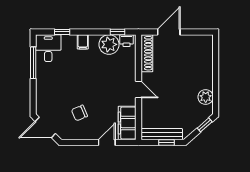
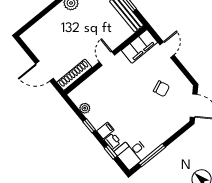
window: (117, 32) -> (89, 126), moved
printer: (127, 41) -> (113, 141), moved
plant: (109, 44) -> (85, 108), width x0.53, depth x0.53
door: (107, 143) -> (167, 50), swing flipped

